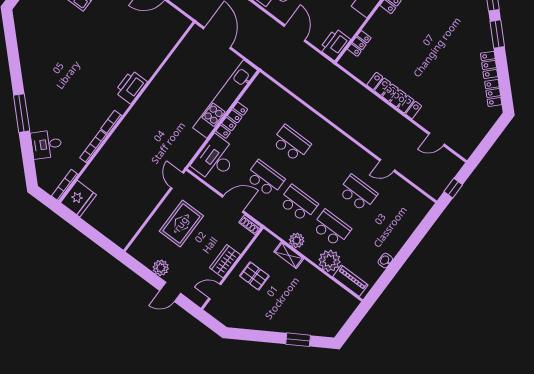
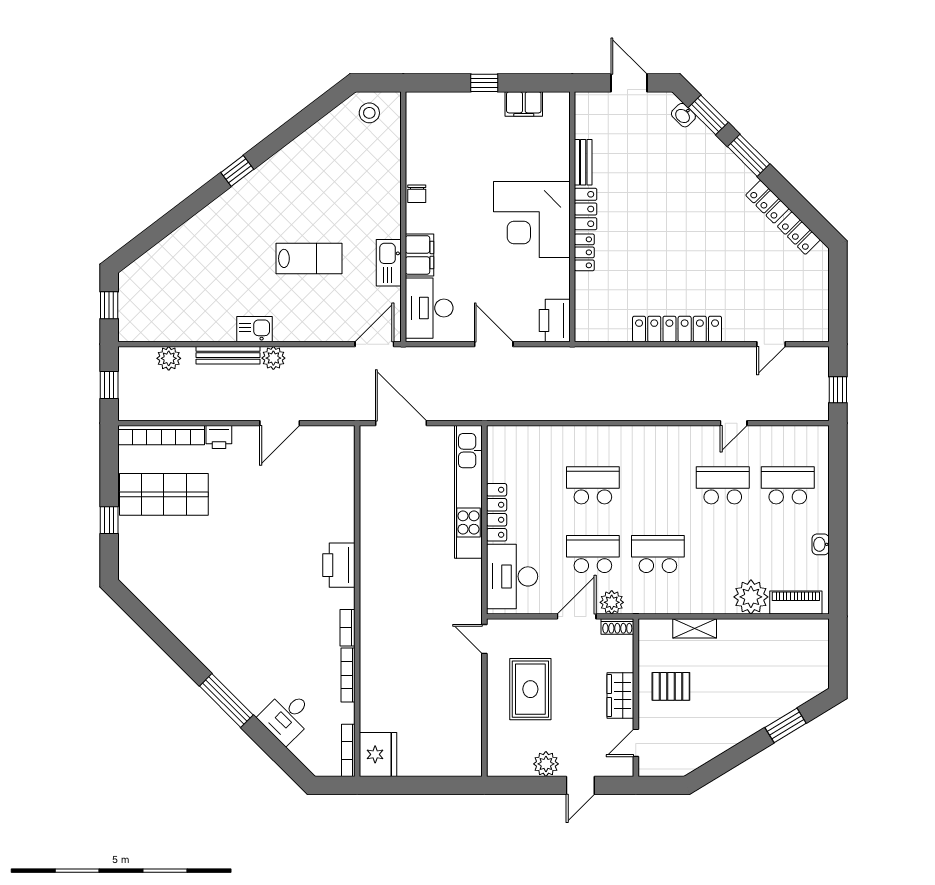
locker: (359, 43) -> (584, 252), moved
school desk: (332, 228) -> (788, 485), moved
plant: (297, 240) -> (612, 602), moved

